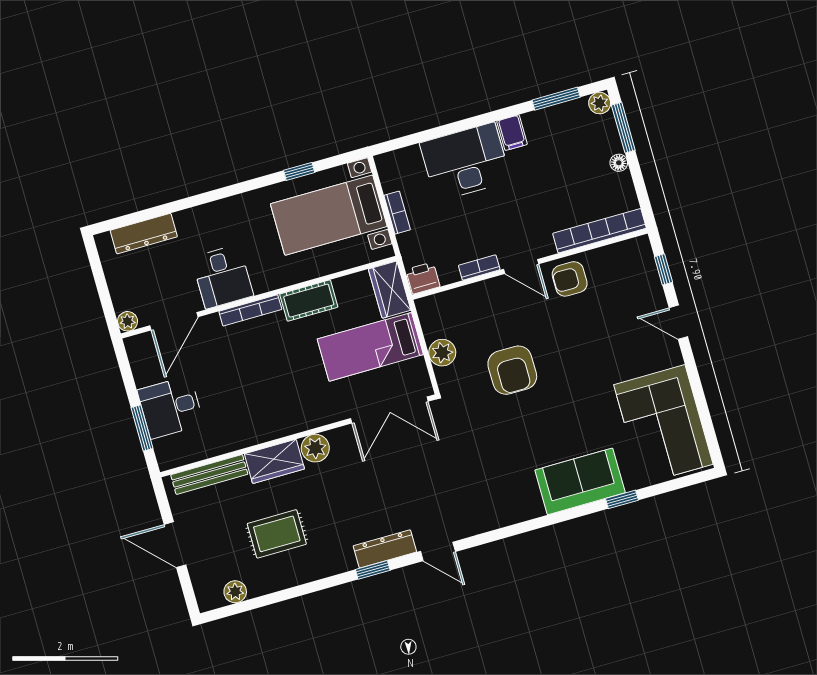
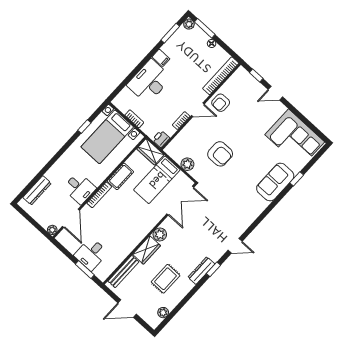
dresser: (385, 549) -> (201, 271), moved

